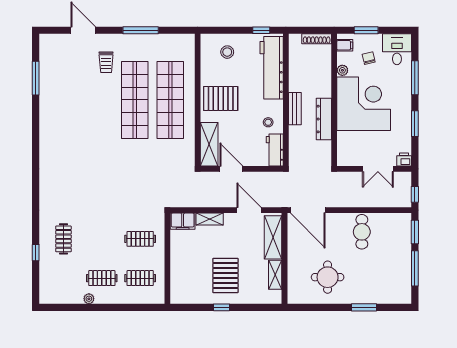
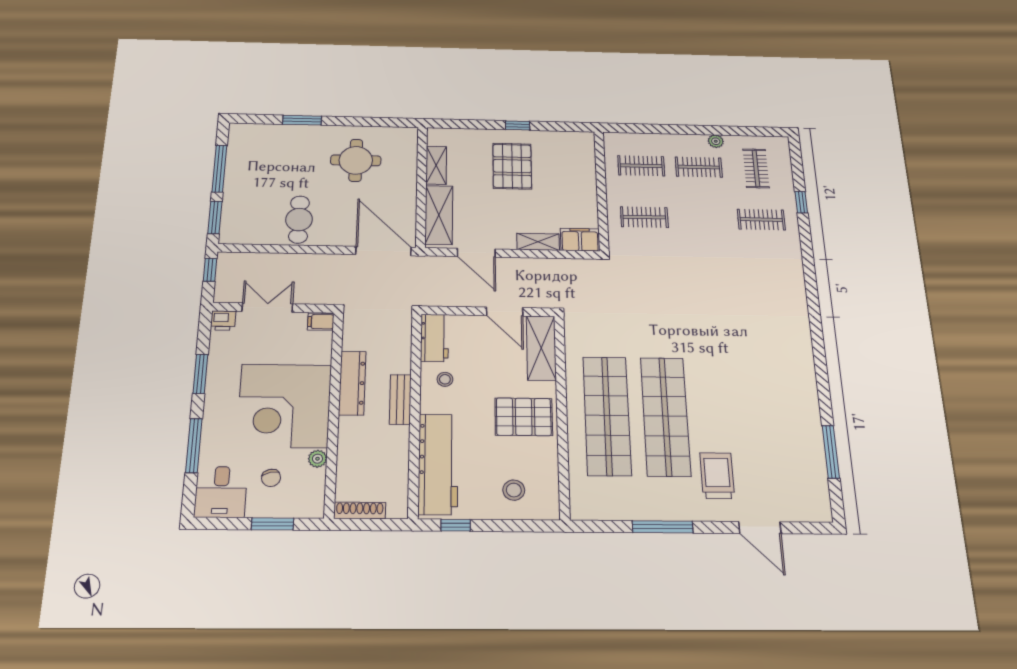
filing cabinet: (345, 45) -> (321, 322), moved
trolley: (106, 62) -> (717, 476), width x1.36, depth x1.39
clothes rail: (63, 239) -> (761, 220), turned 90
clothes rail: (63, 278) -> (756, 168), added

